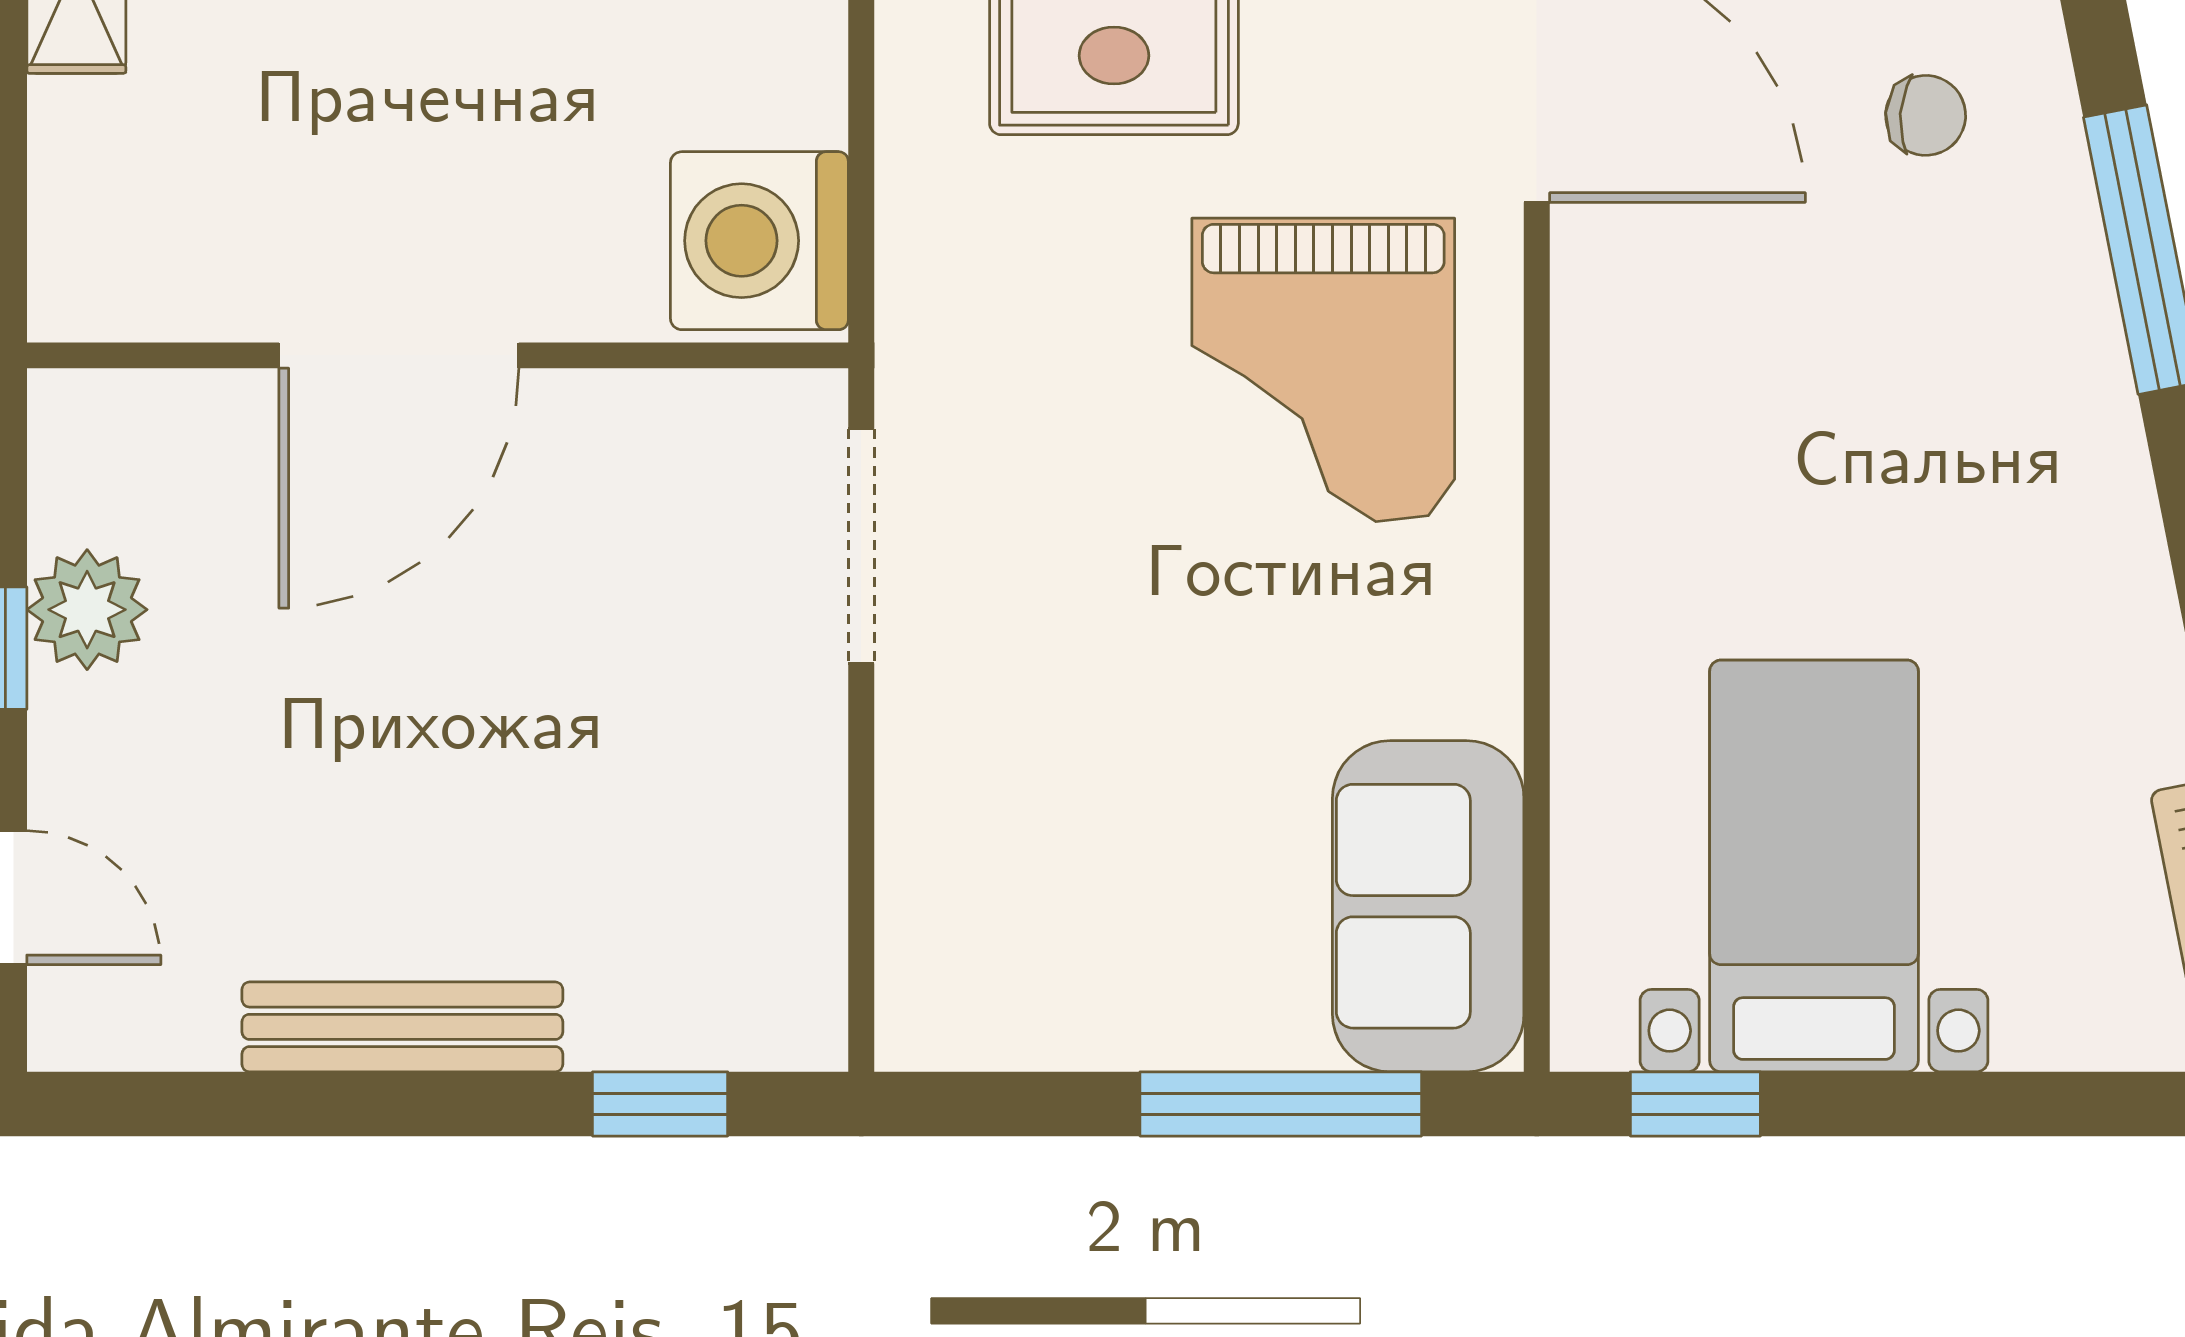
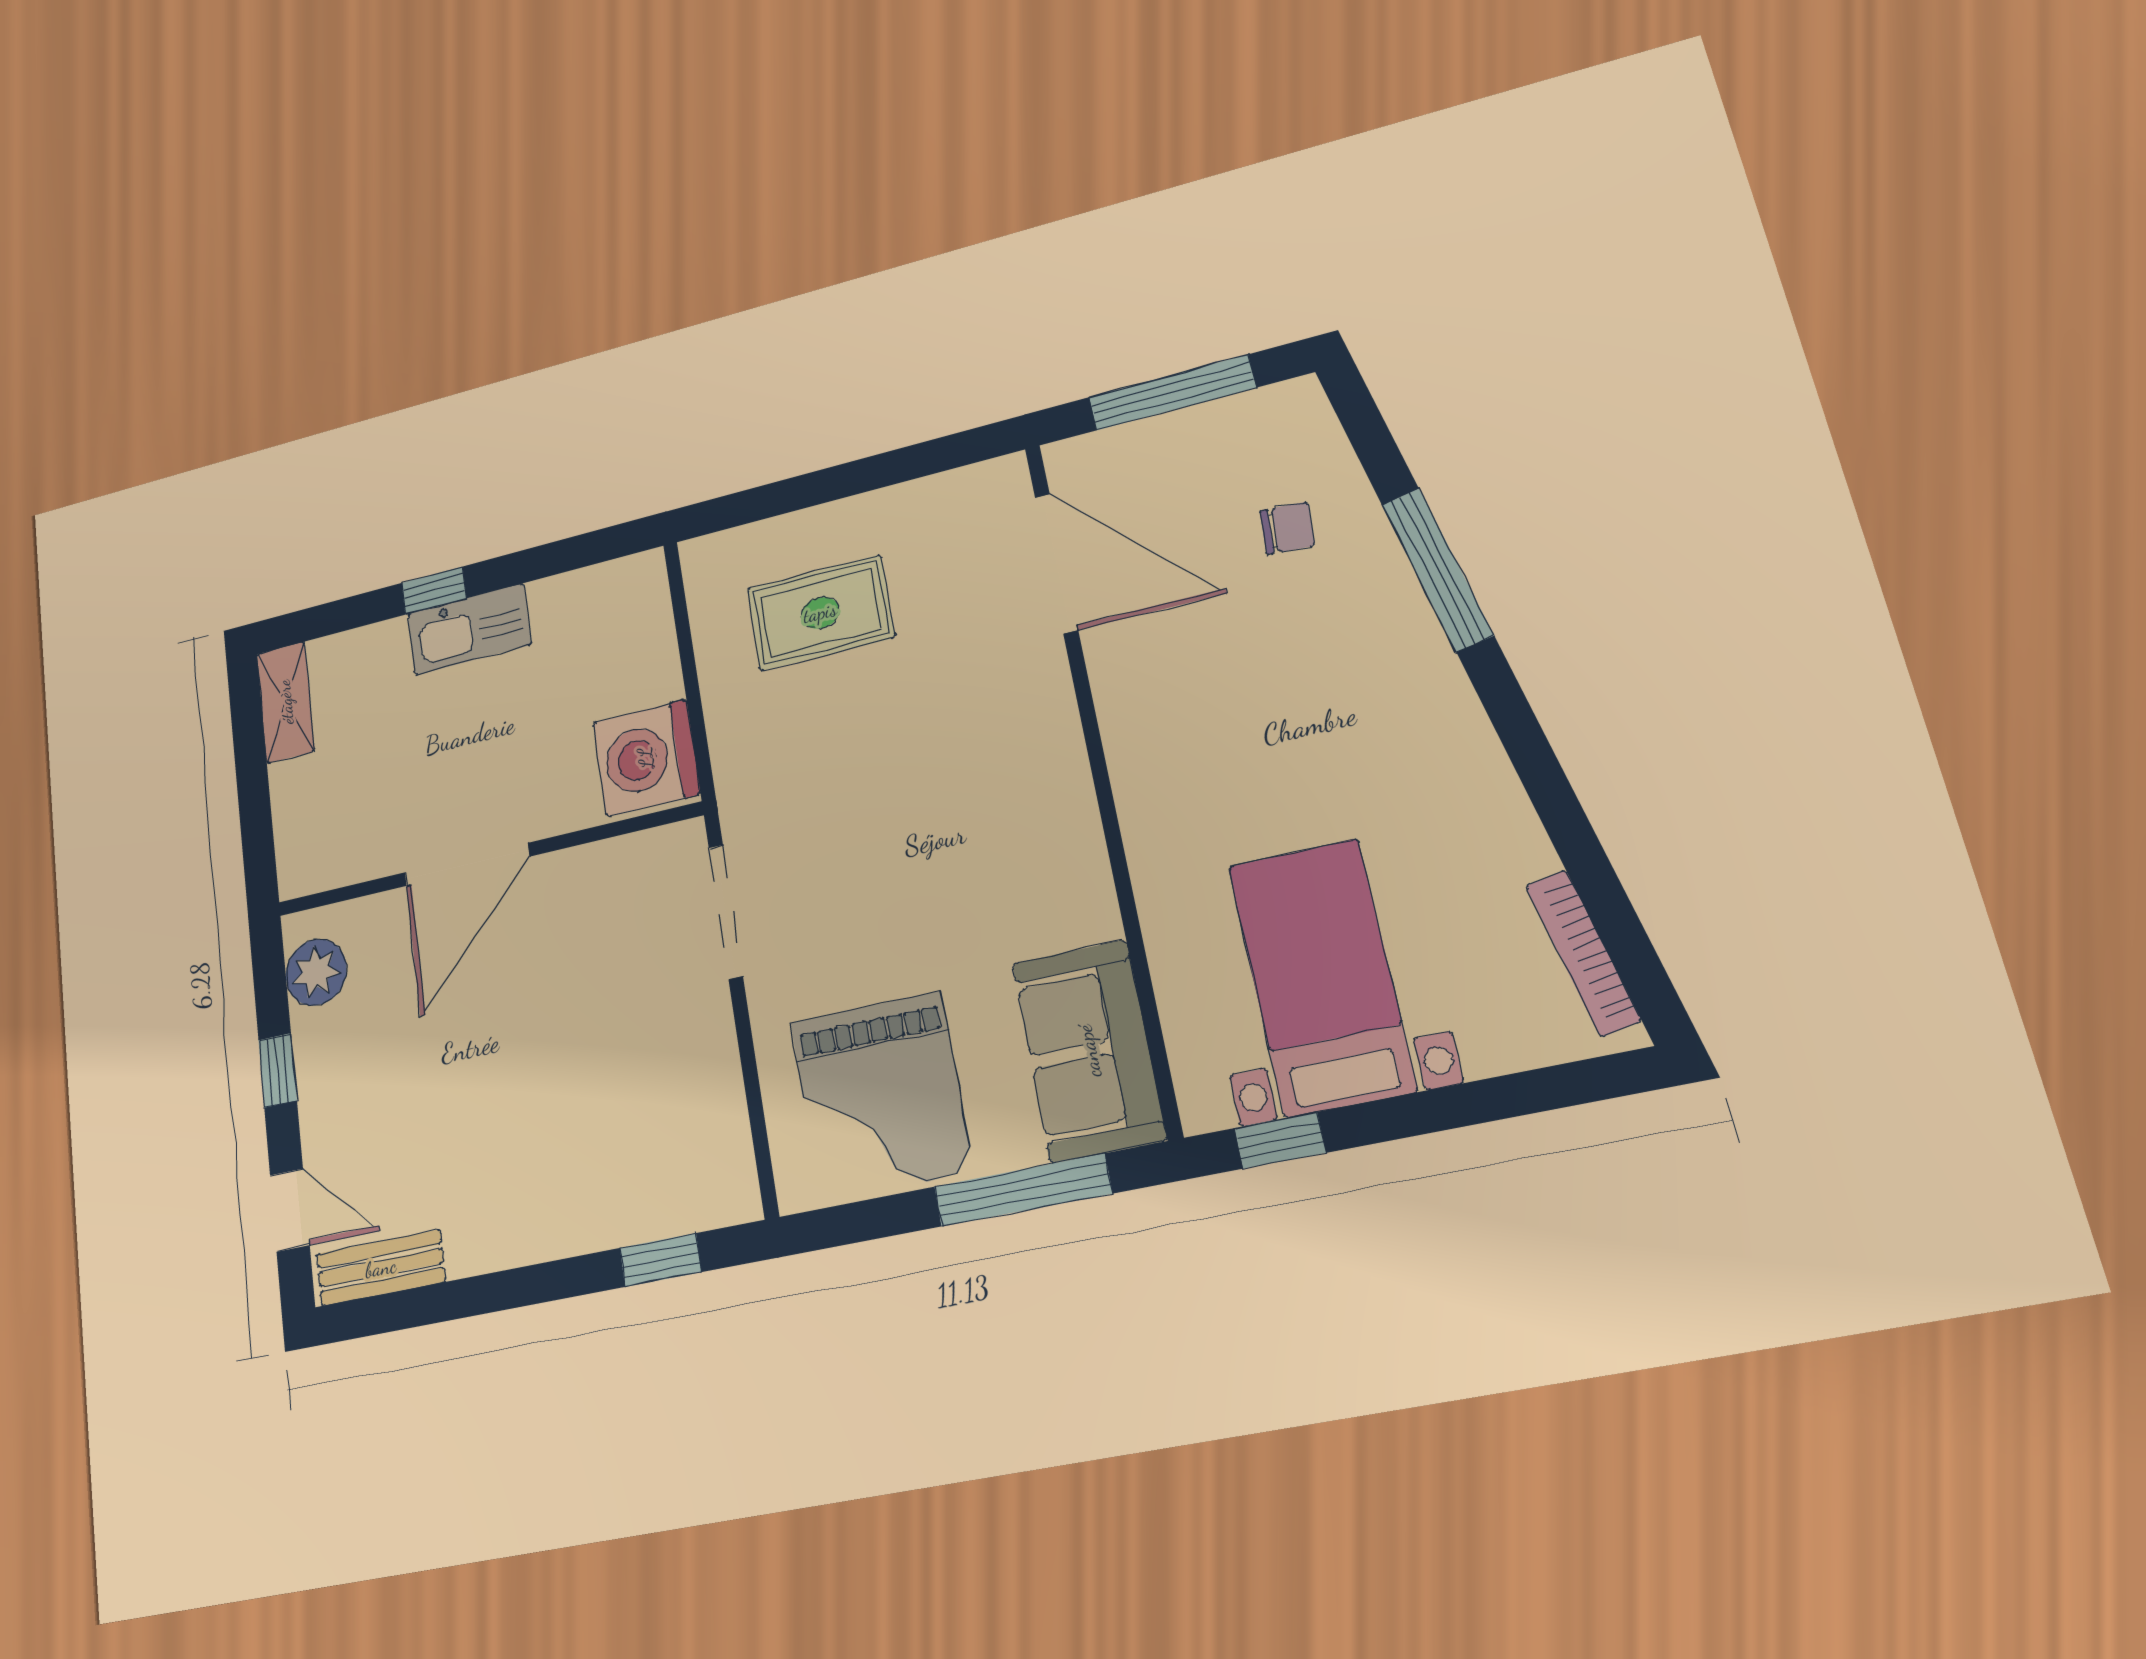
grand piano: (1323, 370) -> (881, 1096), moved
plant: (87, 610) -> (316, 972), moved
bench: (402, 1027) -> (381, 1268), moved, width x0.73

